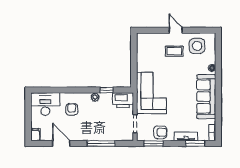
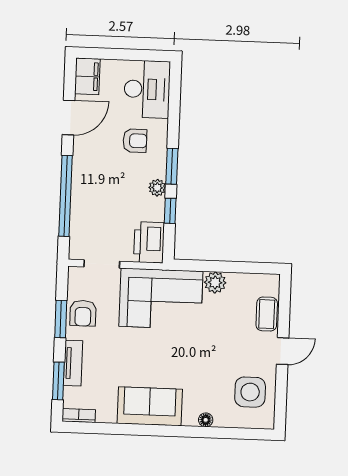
coffee table: (174, 51) -> (267, 314), moved
plant: (142, 66) -> (215, 282), added
window: (84, 90) -> (172, 166), added
sofa: (206, 97) -> (150, 406), width x0.73
filing cabinet: (35, 135) -> (87, 76), width x2.00
window: (101, 143) -> (65, 196), width x1.46
window: (154, 143) -> (61, 319), moved

